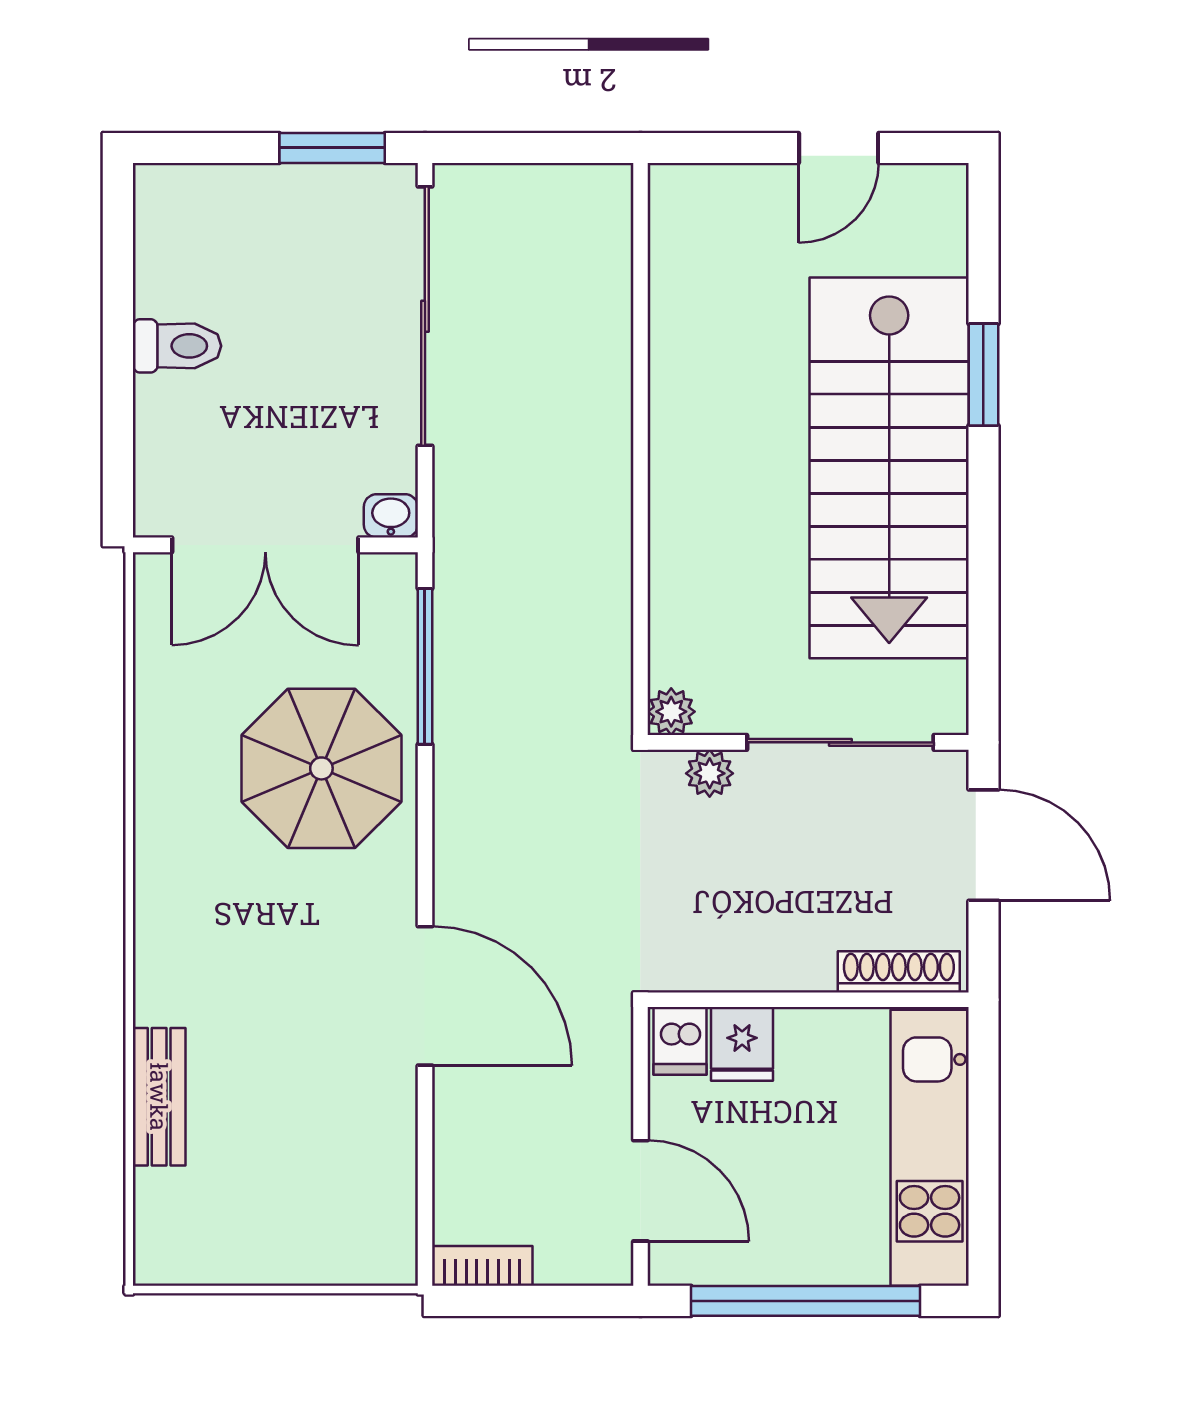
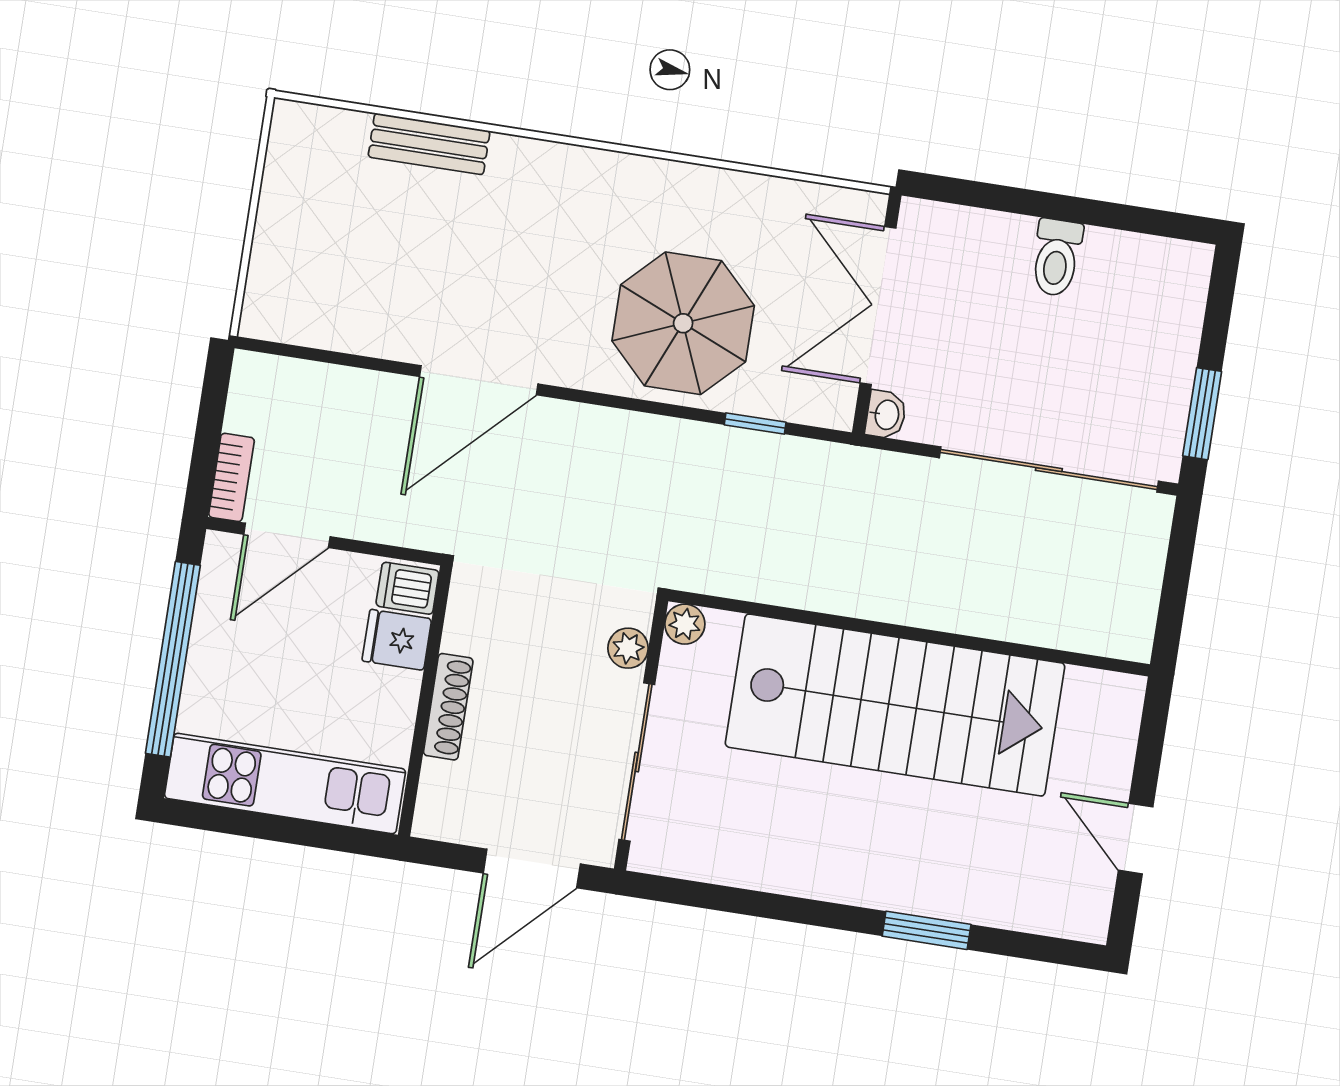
stairs: (889, 468) -> (895, 705), moved, turned 180
window: (425, 666) -> (755, 424), width x0.46
shoe rack: (899, 972) -> (448, 707), moved
bookcase: (482, 1266) -> (231, 477), moved

